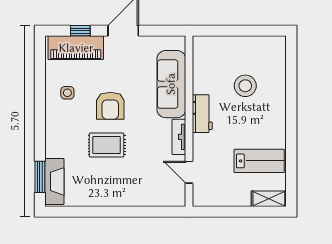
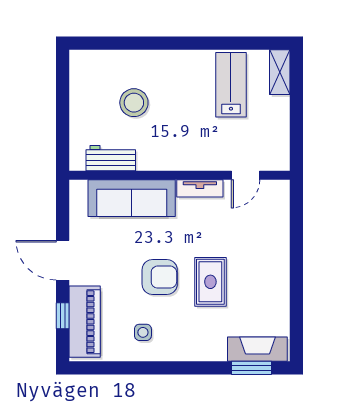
workbench: (202, 114) -> (111, 158), moved

